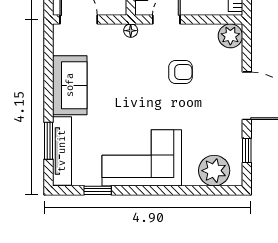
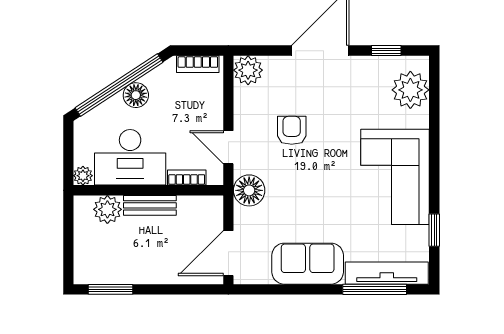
floor lamp: (131, 31) -> (249, 190), width x1.89, depth x1.89
window: (48, 141) -> (375, 289), width x1.44

